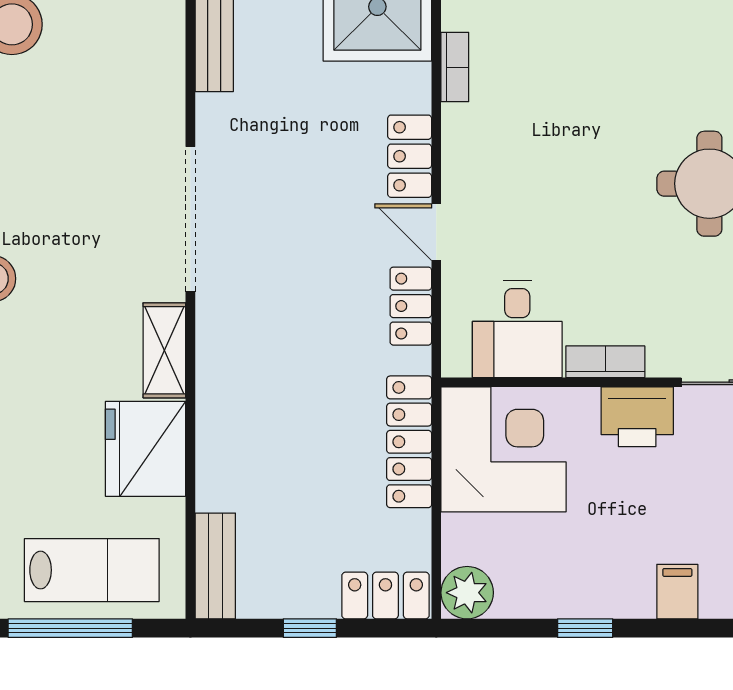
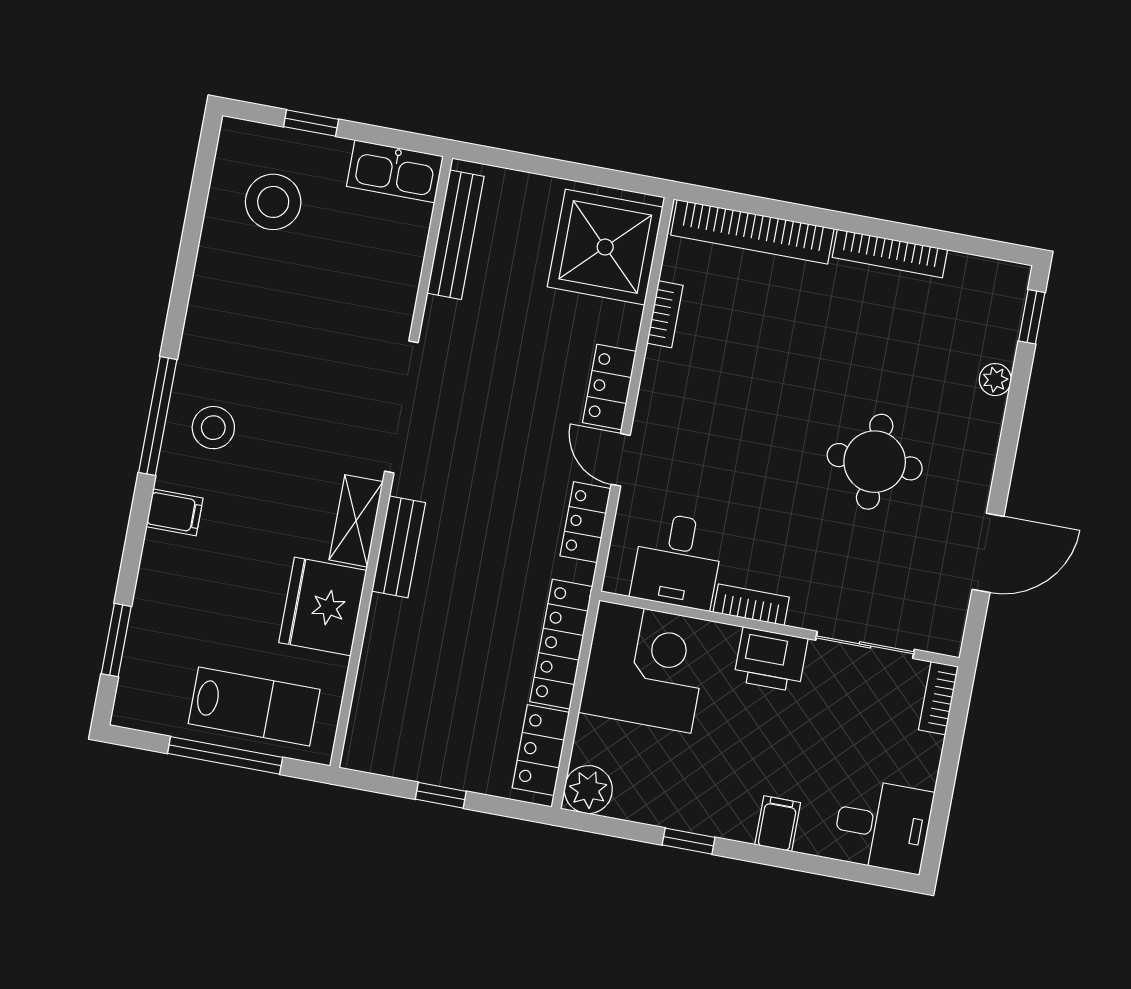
bench: (215, 566) -> (399, 547), moved
locker: (385, 595) -> (541, 750), moved, turned -90

